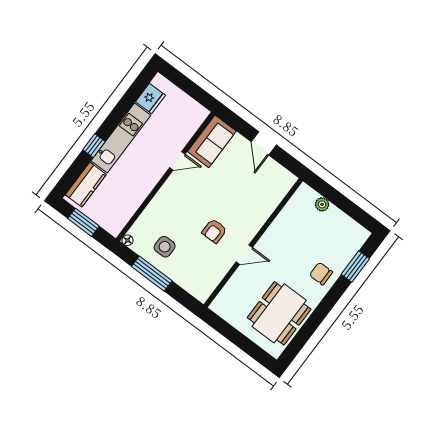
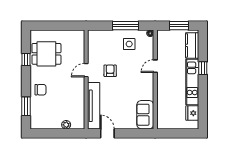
door: (264, 143) -> (107, 133), moved
door: (177, 161) -> (155, 66), moved
tv unit: (269, 202) -> (94, 106), added
dining table: (279, 313) -> (46, 54), width x0.73
window: (310, 326) -> (26, 59), added

